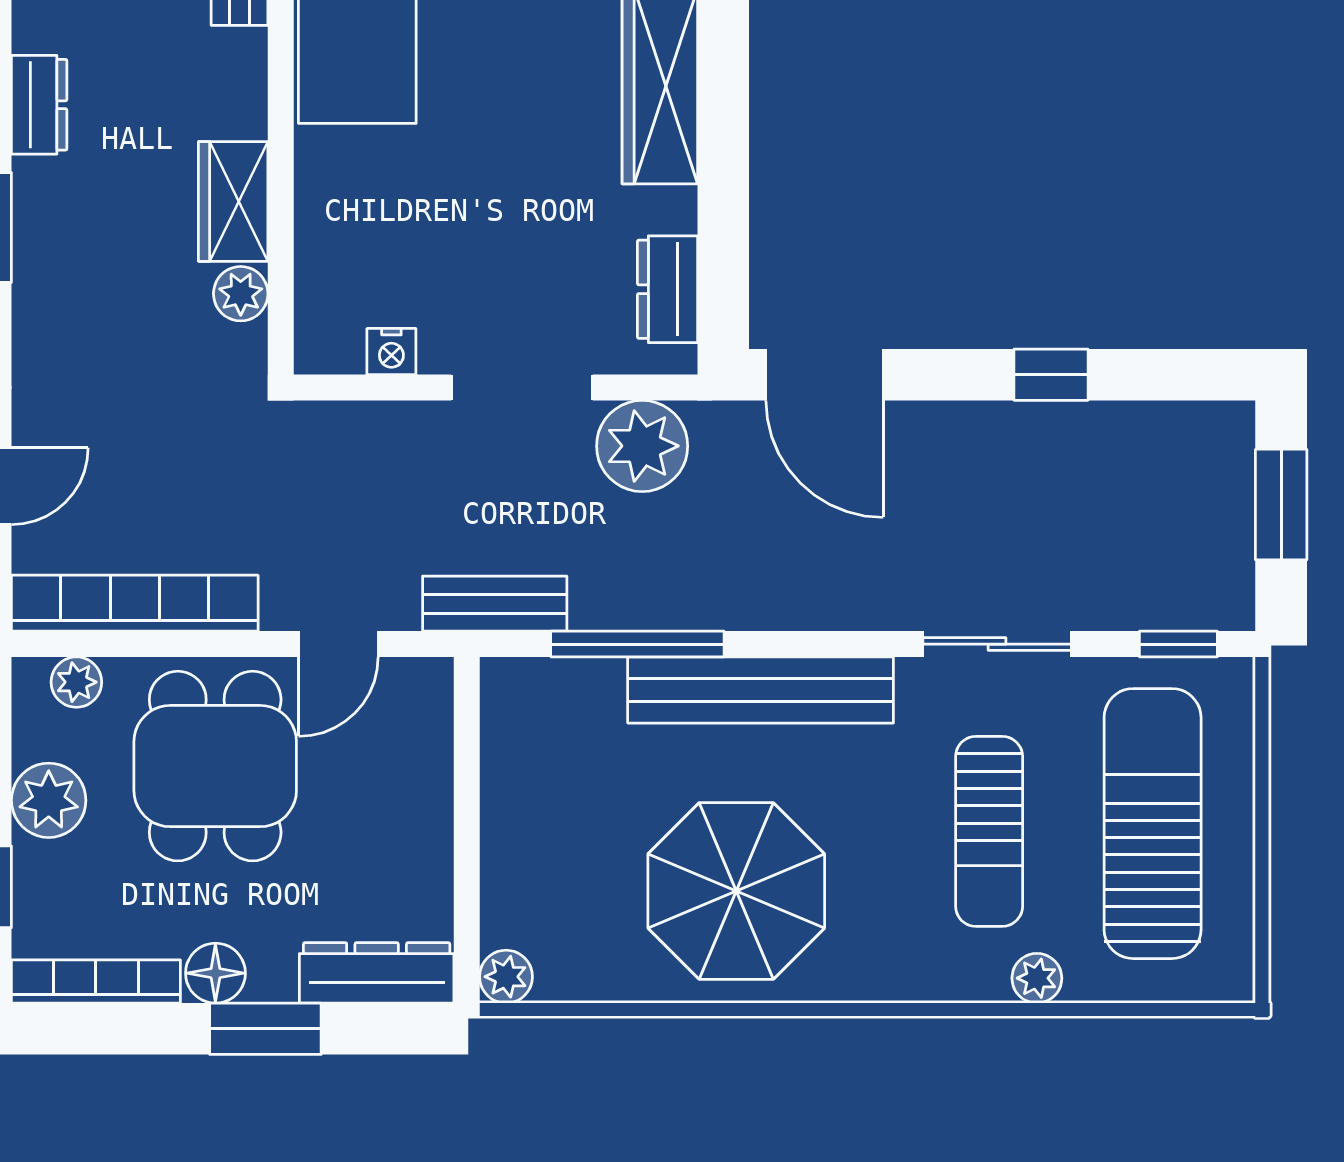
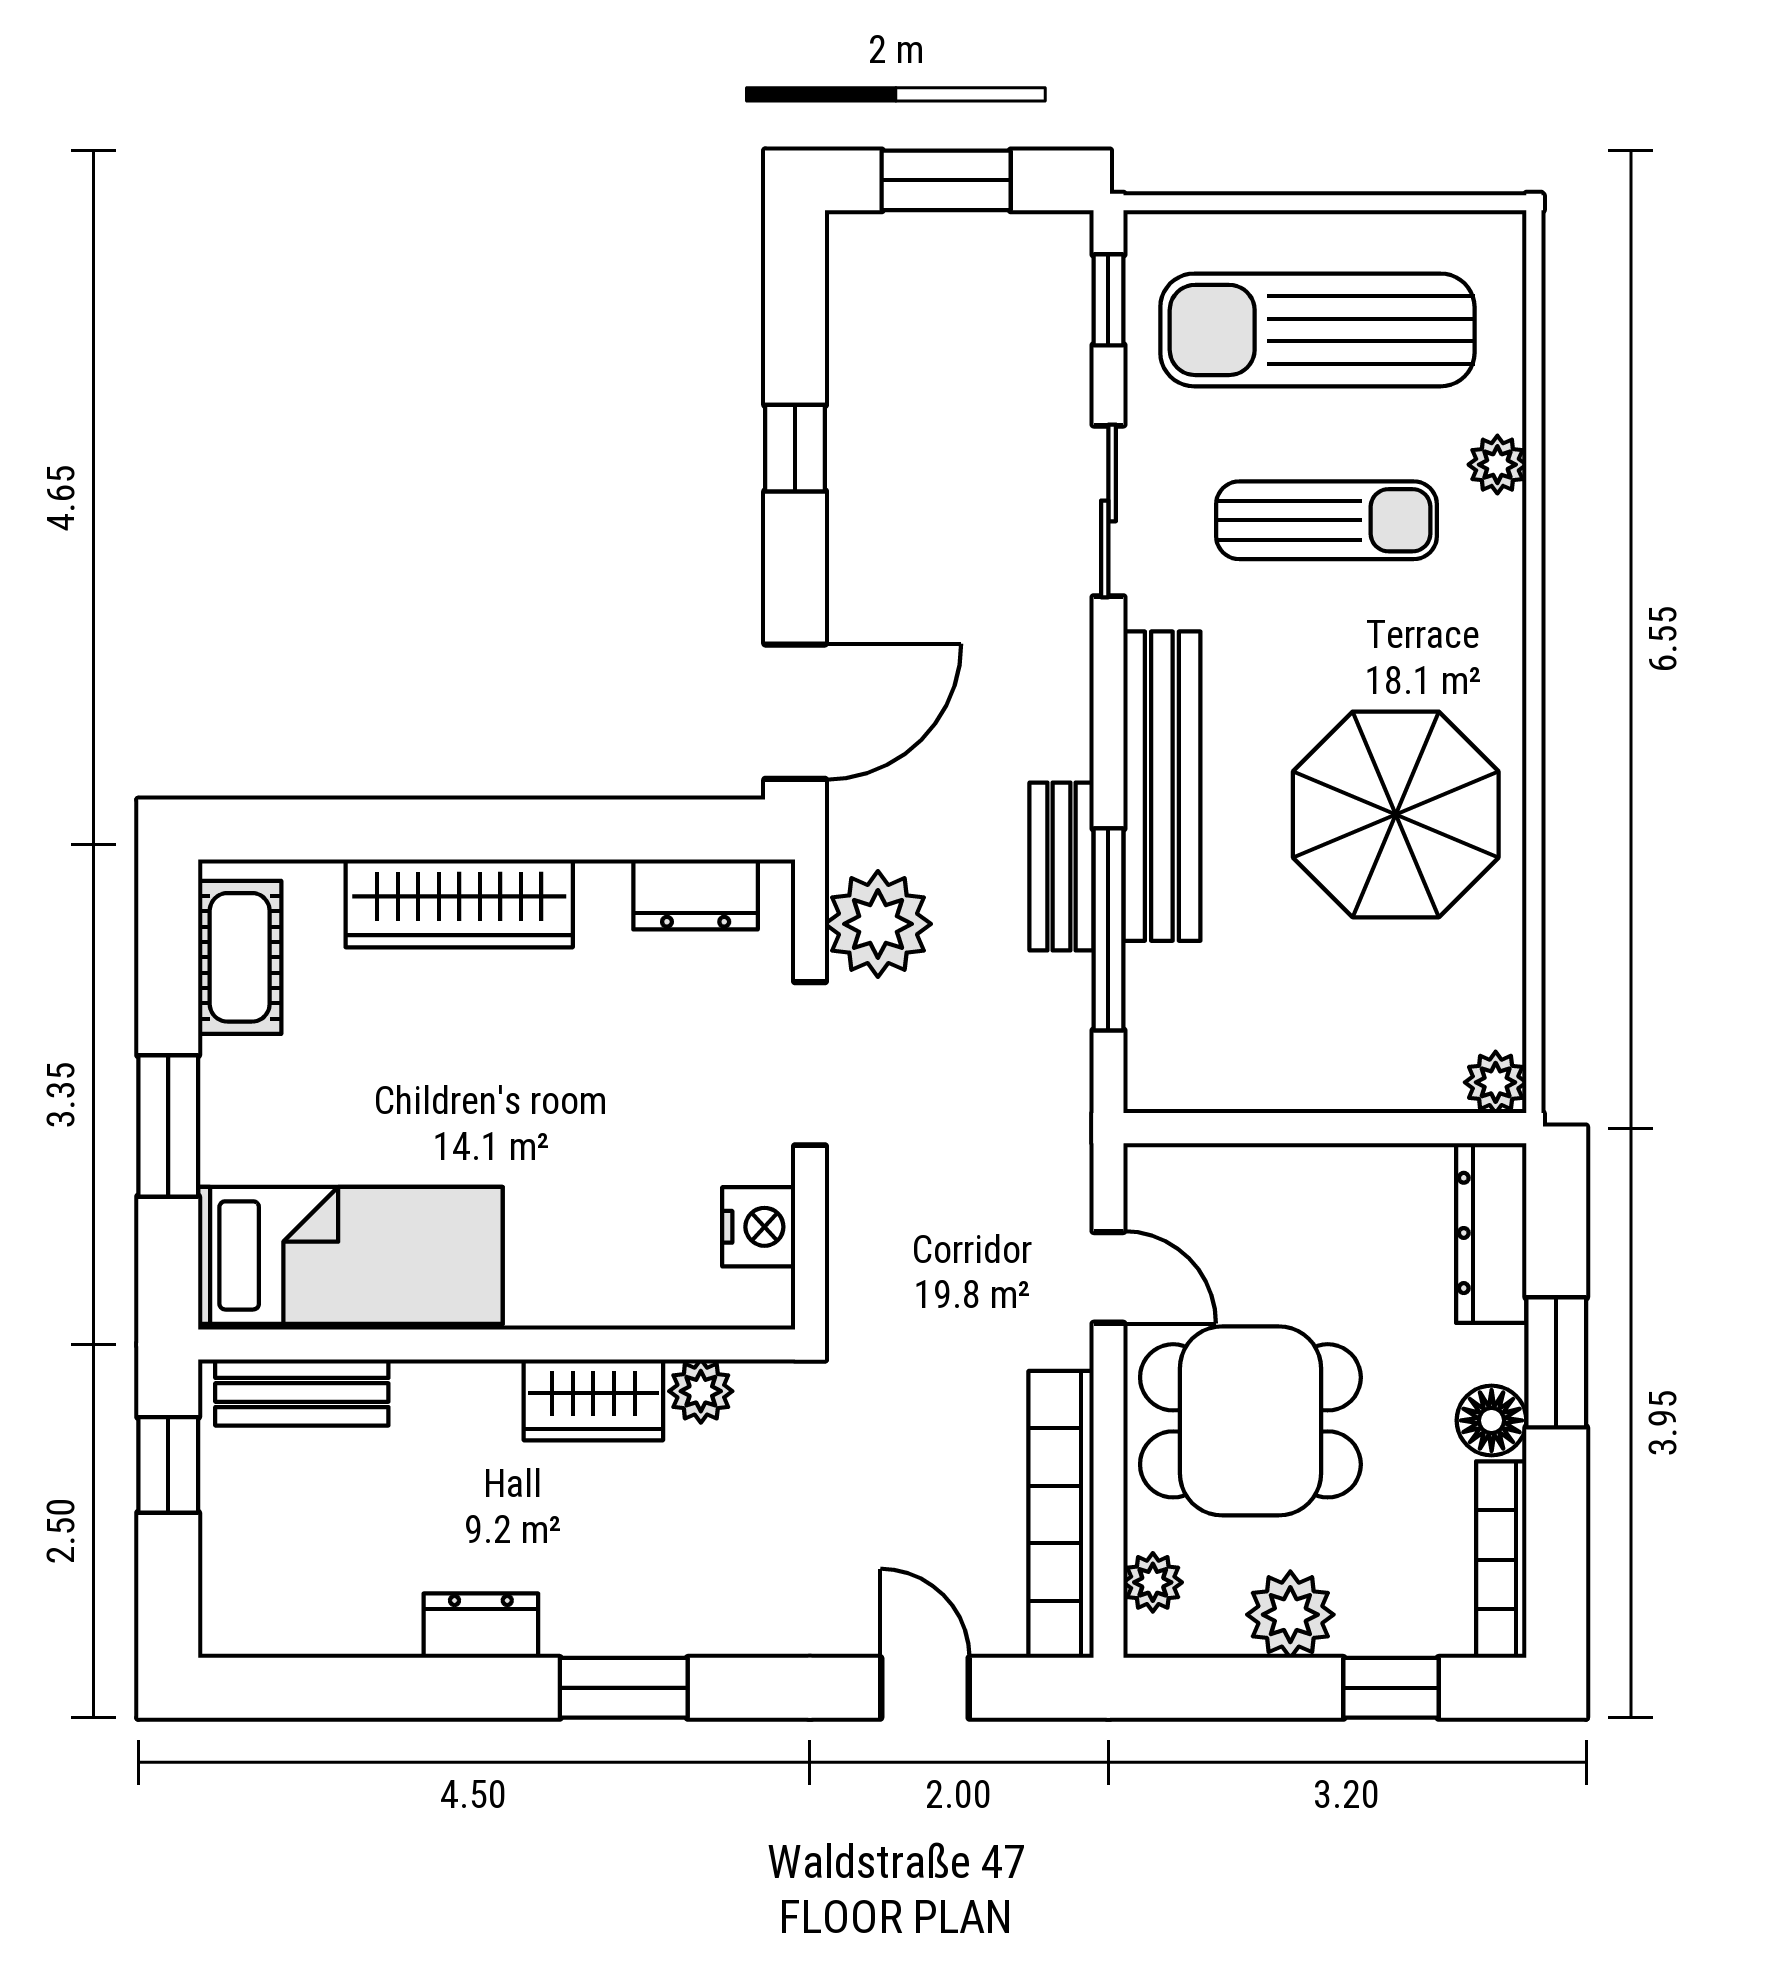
nightstand: (391, 352) -> (759, 1227), width x1.39, depth x1.35
bench: (495, 604) -> (1061, 866), moved

